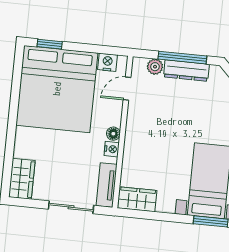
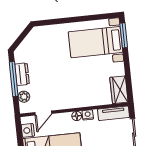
dresser: (186, 71) -> (22, 74), width x0.70
door: (127, 89) -> (43, 113), hinge flipped

